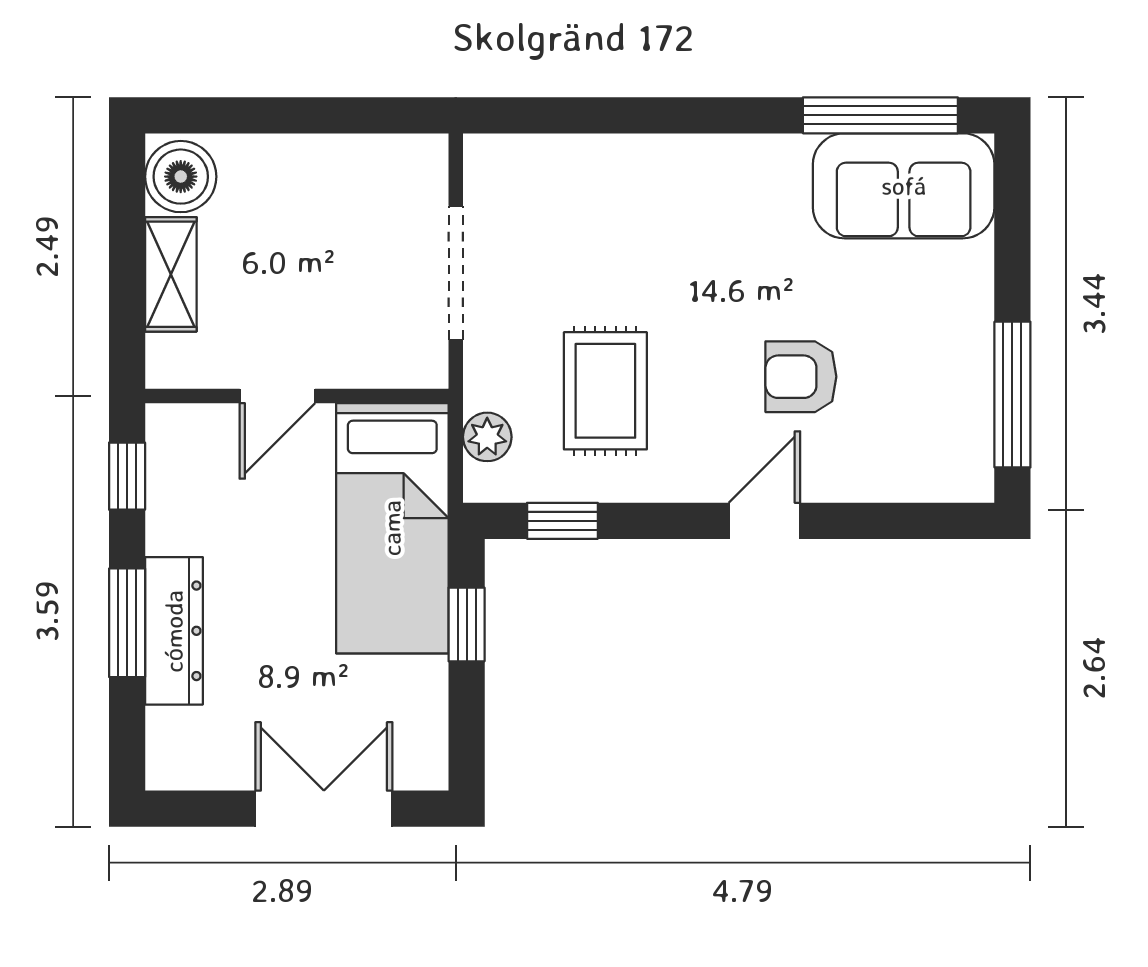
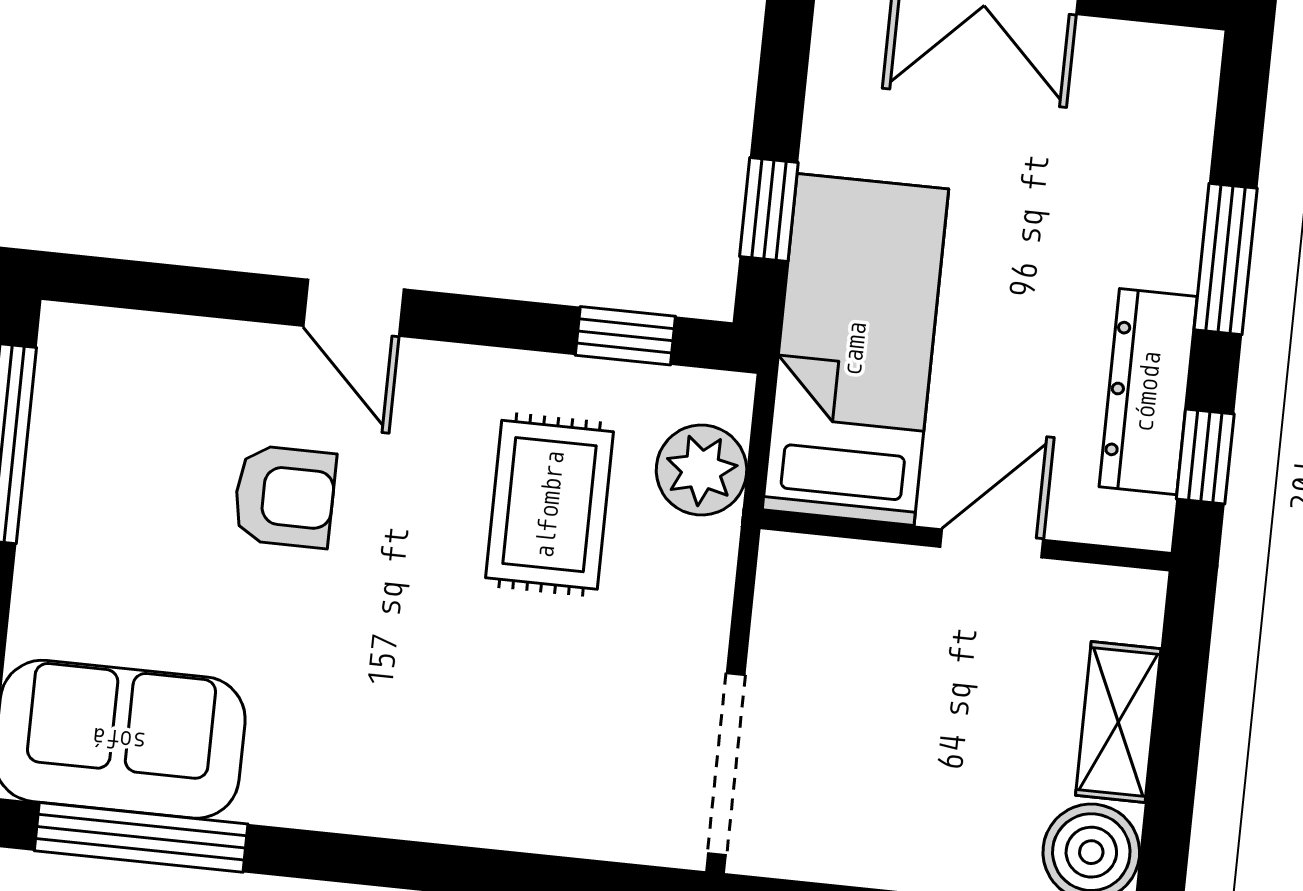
doorway: (456, 273) -> (726, 764), moved
plant: (487, 437) -> (701, 470), width x1.38, depth x1.38
door: (764, 521) -> (354, 308), hinge flipped
dresser: (174, 631) -> (1148, 392), moved

